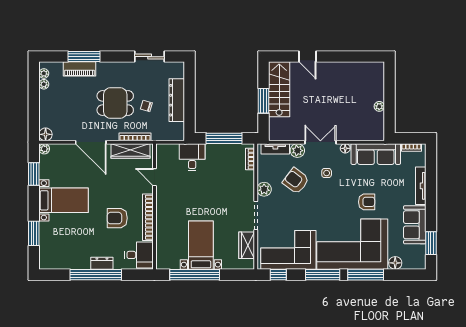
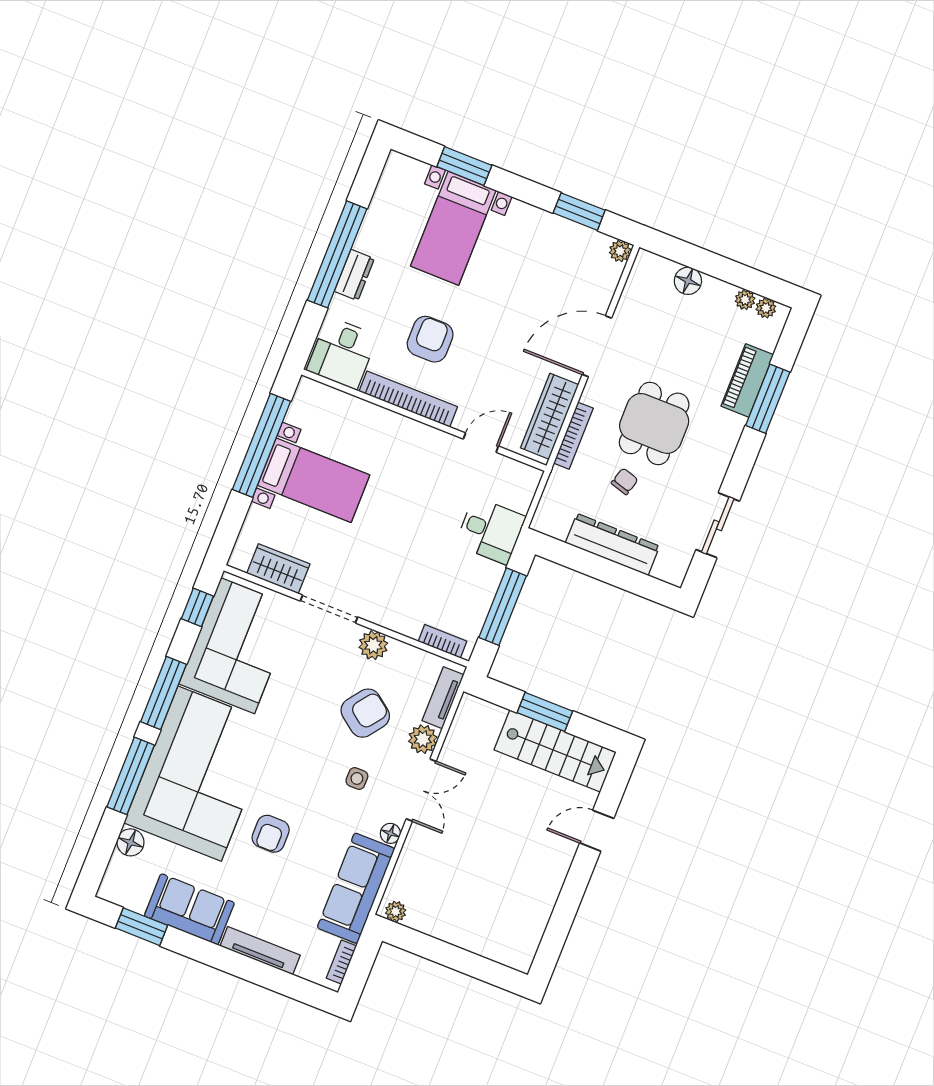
plant: (379, 106) -> (396, 912), moved
floor lamp: (46, 134) -> (688, 281), moved
bed with nightstands: (64, 200) -> (453, 228), moved

